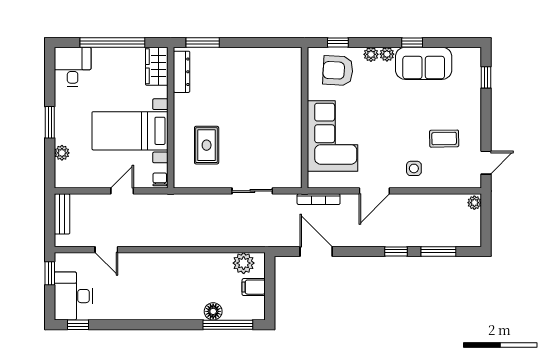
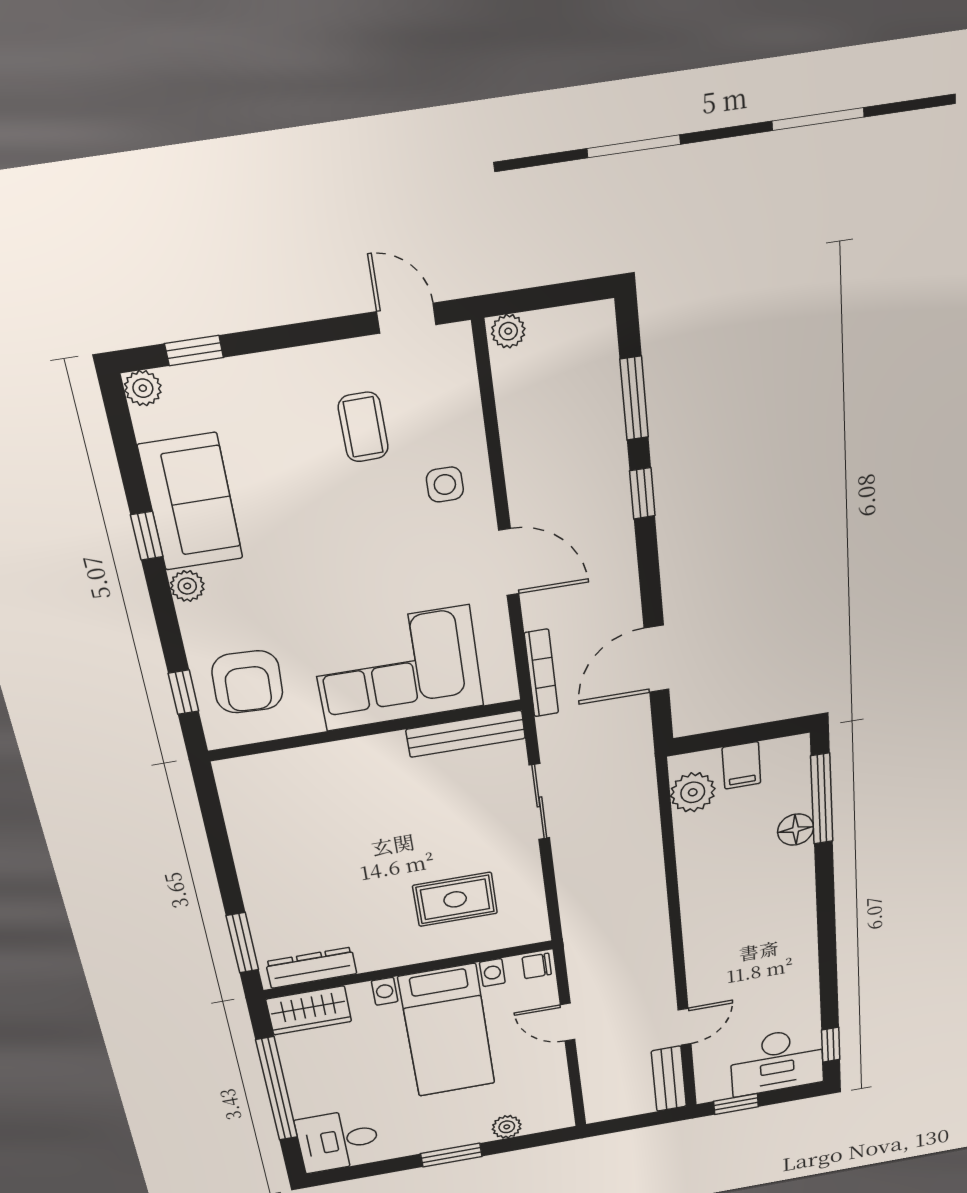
plant: (371, 54) -> (143, 388), moved
bench: (294, 162) -> (466, 734), added
bench: (62, 214) -> (669, 1079), moved, turned 90

